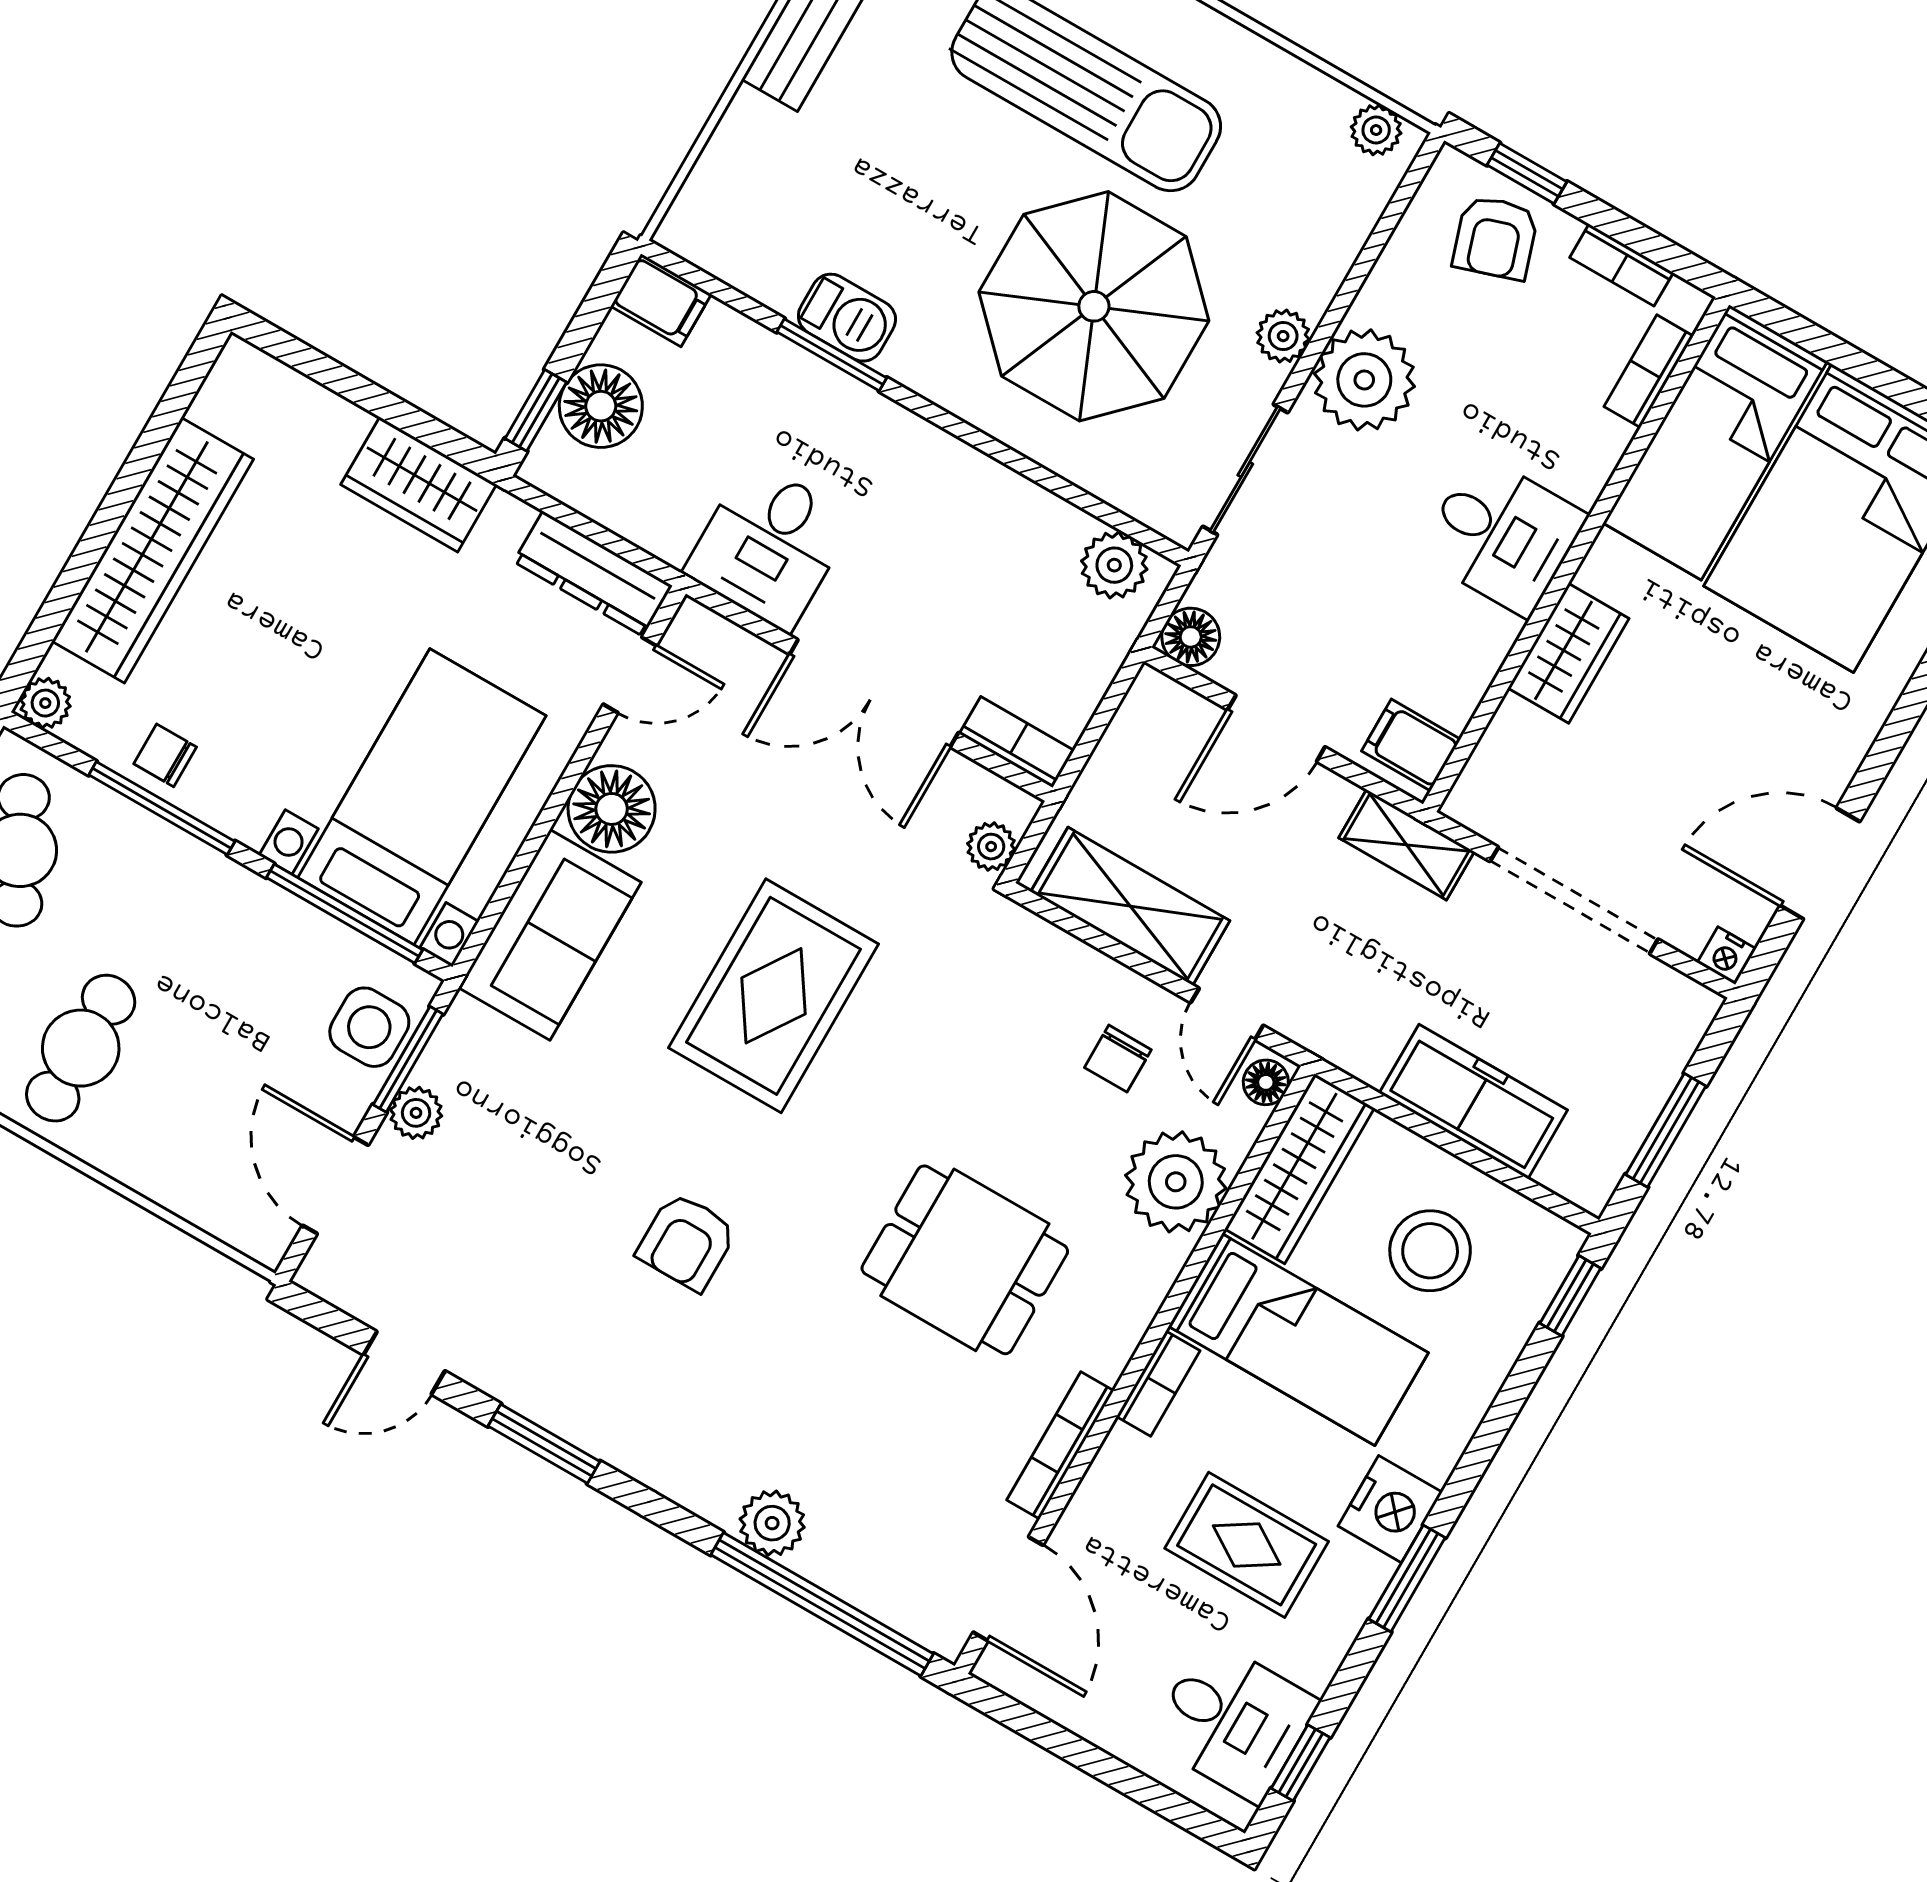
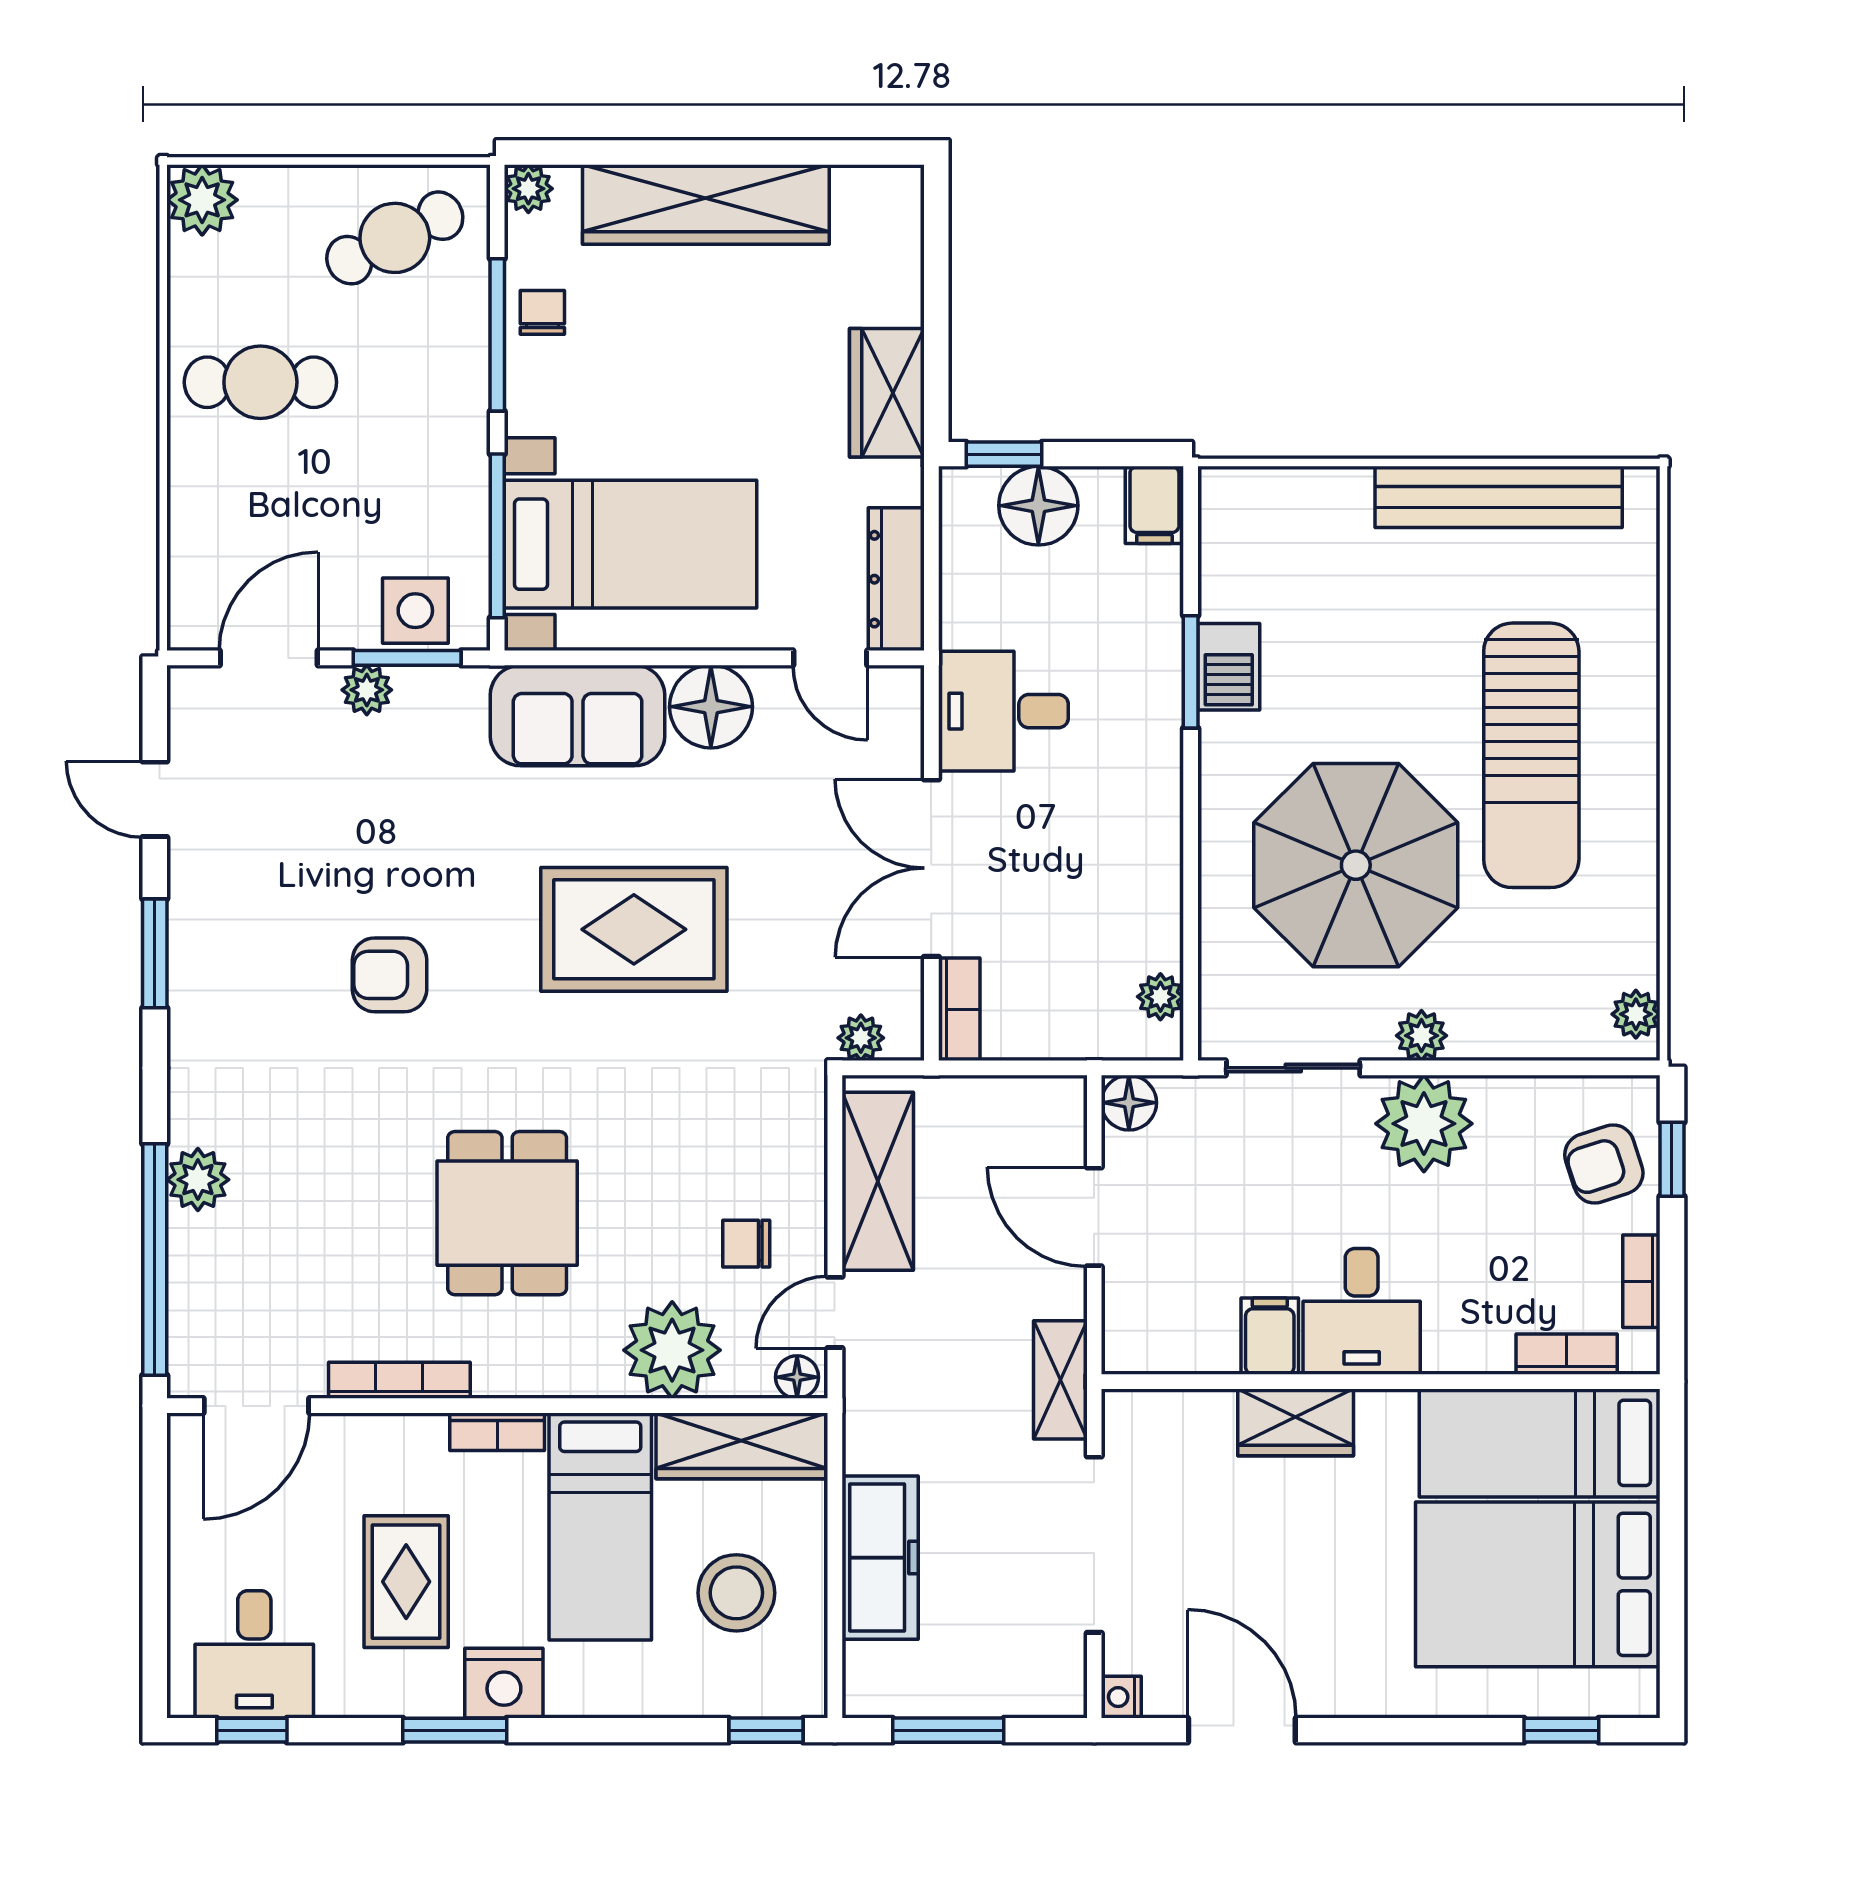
plant: (1114, 565) -> (1160, 997), width x0.73, depth x0.73
filing cabinet: (1411, 745) -> (1270, 1336), moved

